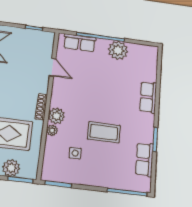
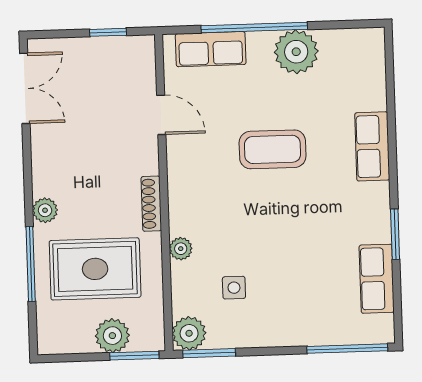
plant: (56, 116) -> (189, 333), moved
coffee table: (104, 132) -> (273, 149), moved

